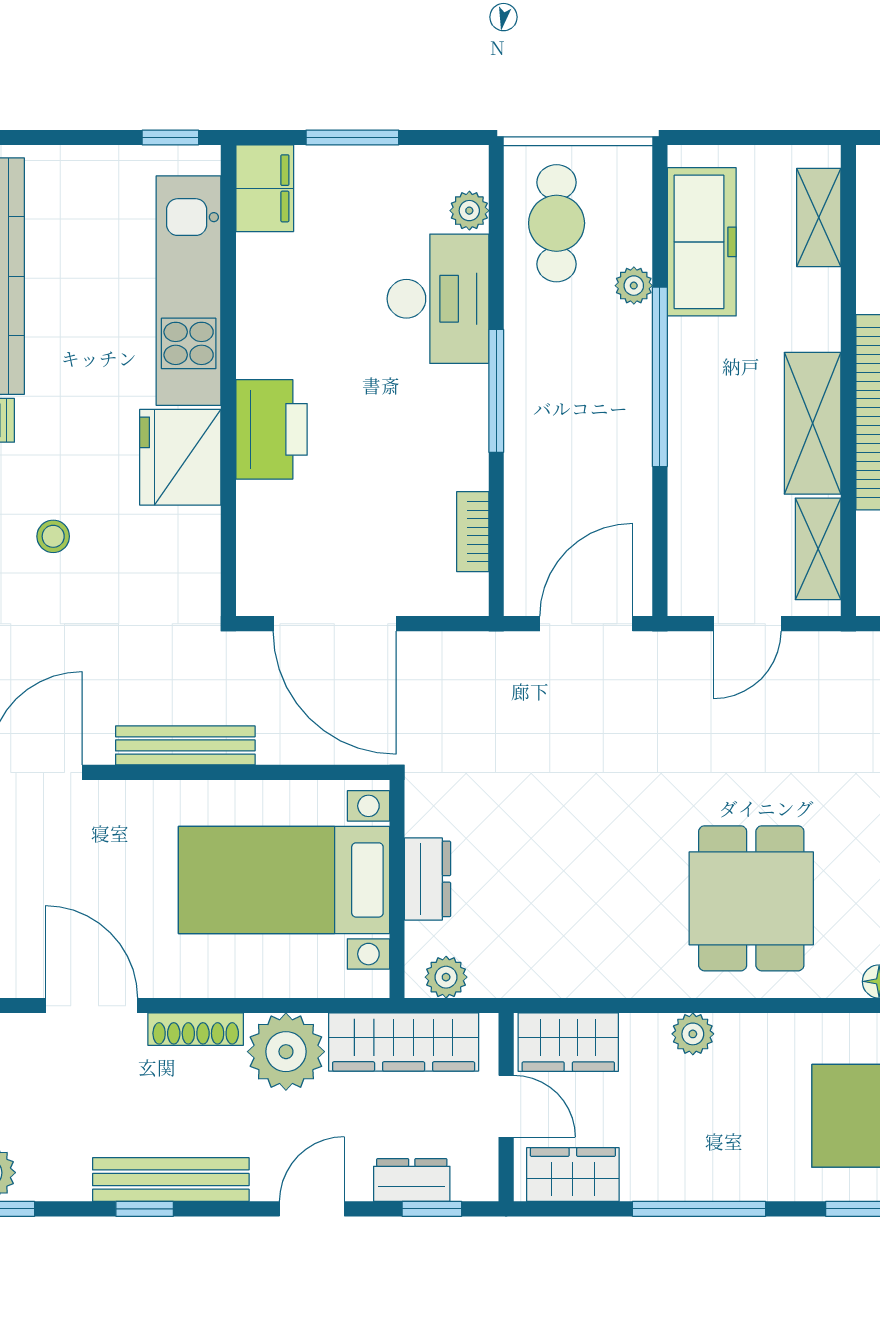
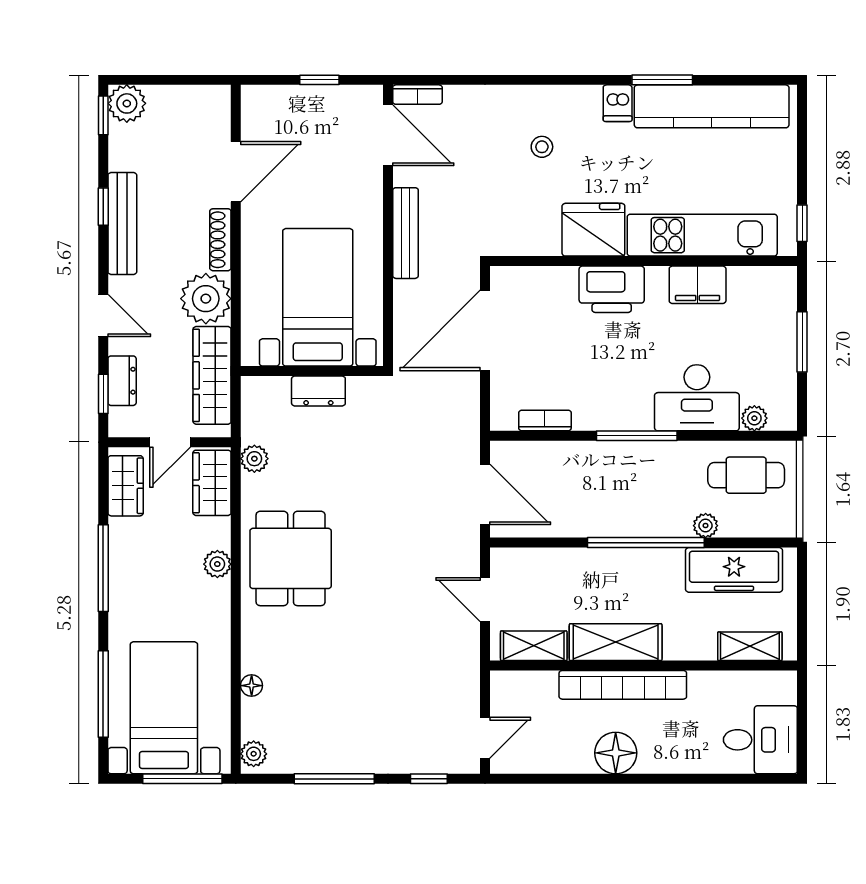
filing cabinet: (265, 188) -> (698, 285), moved
dining table: (751, 898) -> (291, 558), moved, turned 90
plant: (446, 977) -> (254, 459), moved

